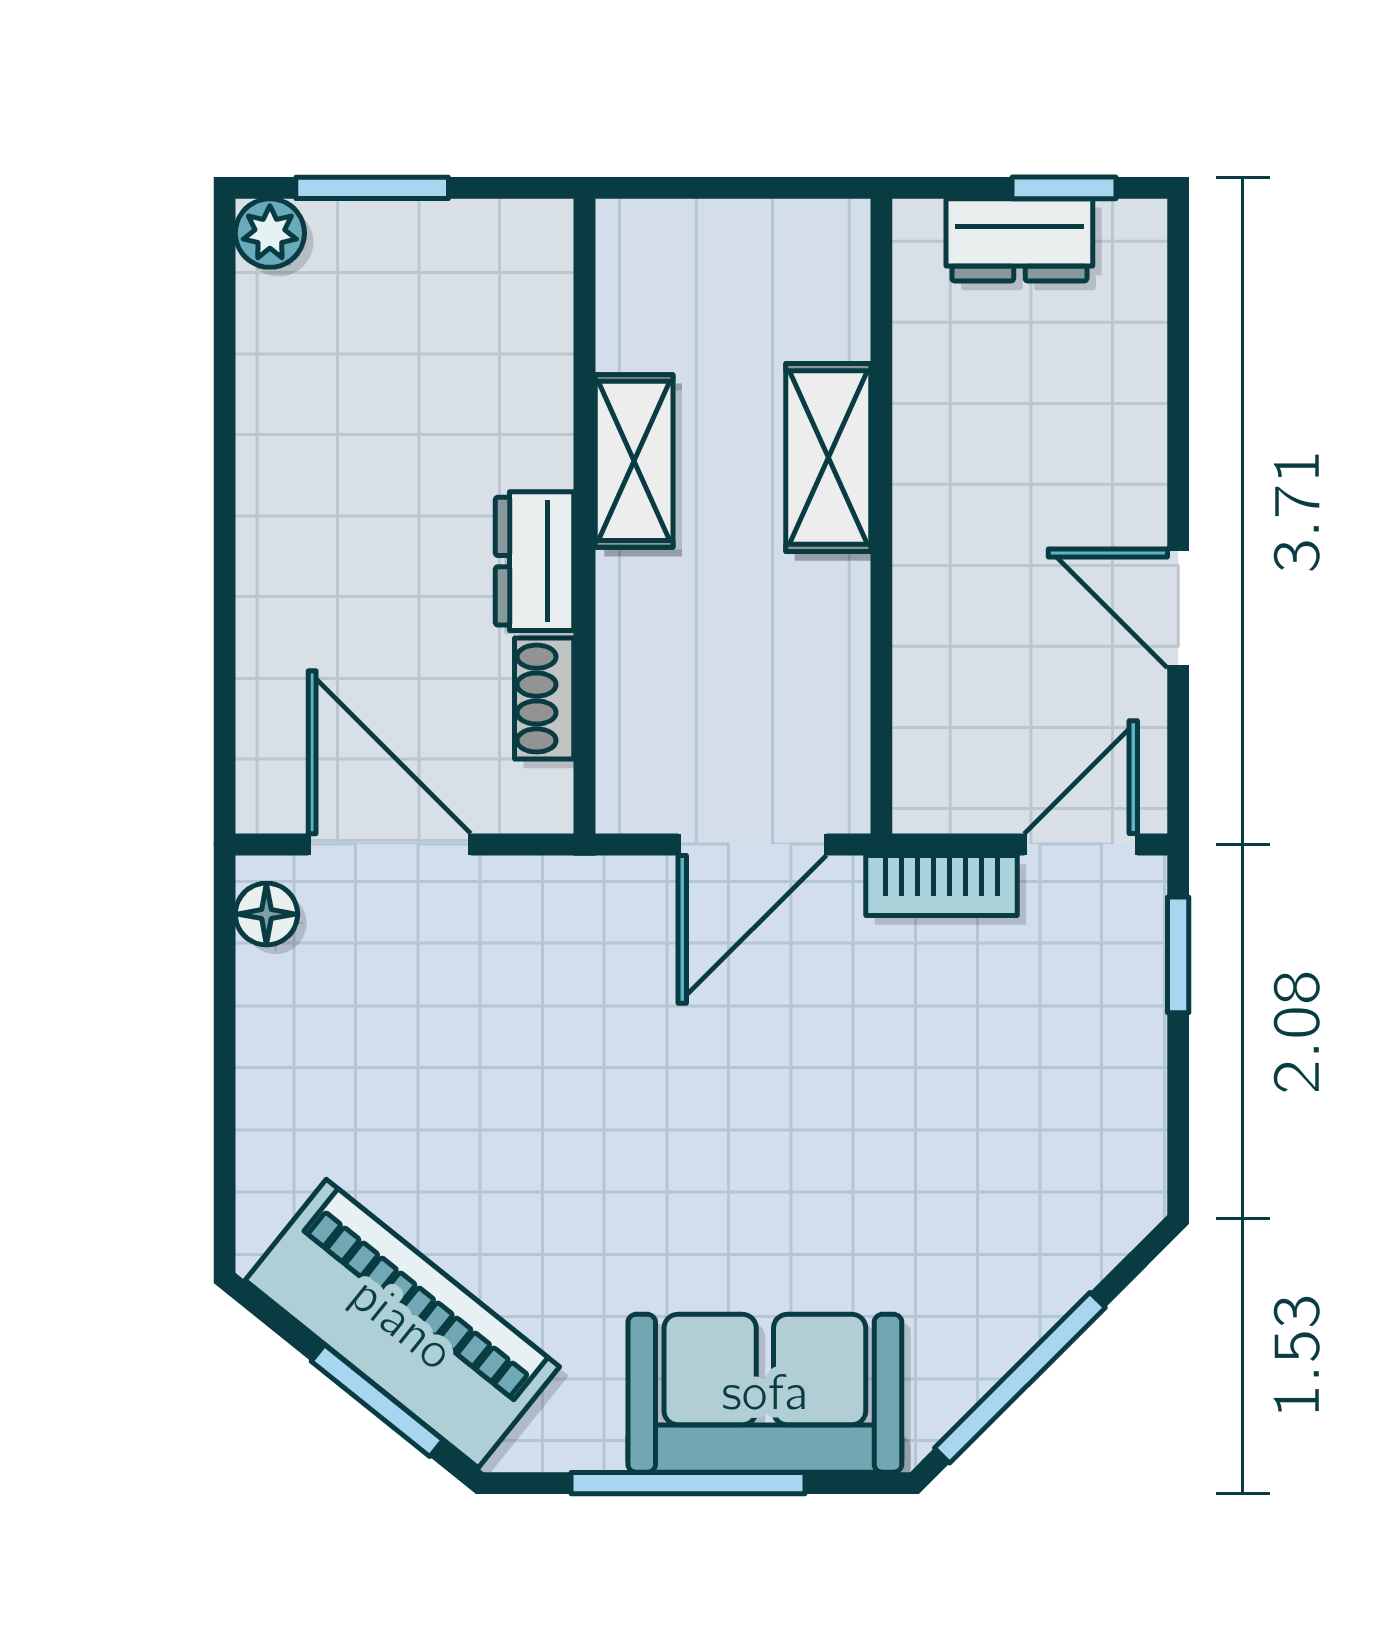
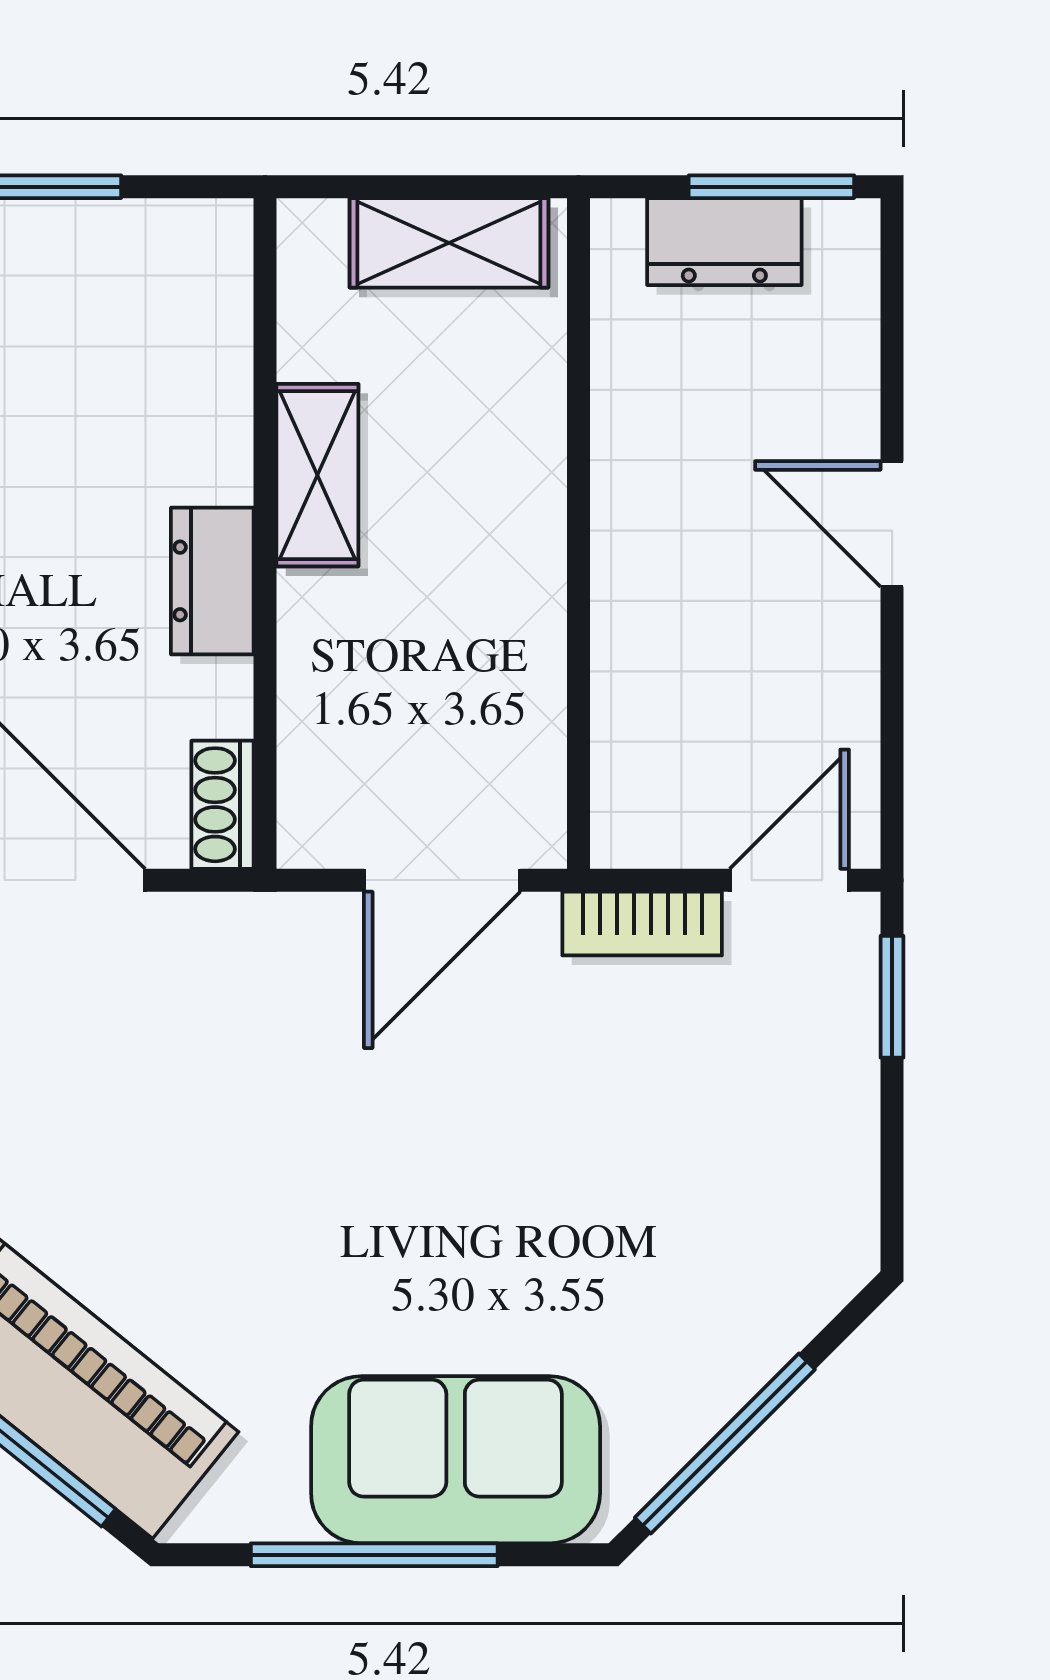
window: (1064, 188) -> (771, 187), width x1.50
shelving: (828, 458) -> (449, 243), moved, turned 90
door: (1178, 608) -> (892, 524), moved
shoe rack: (544, 699) -> (222, 805), moved

